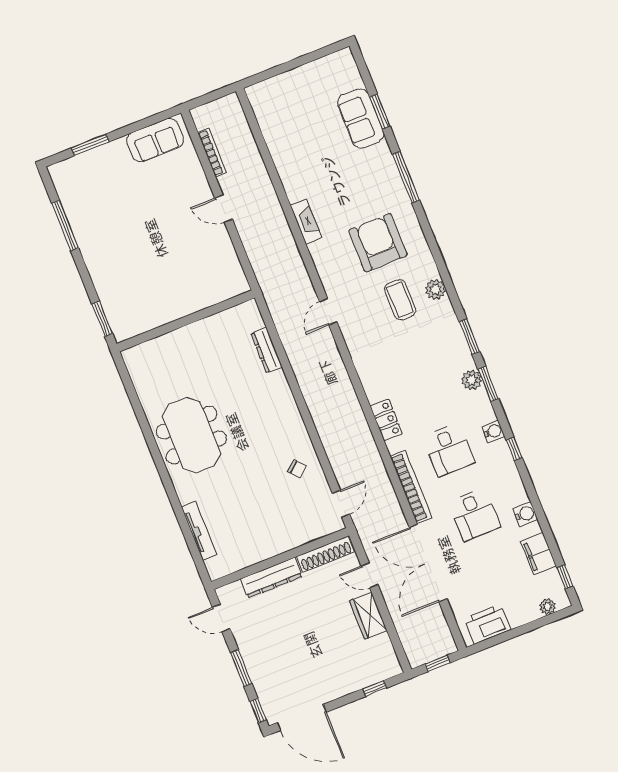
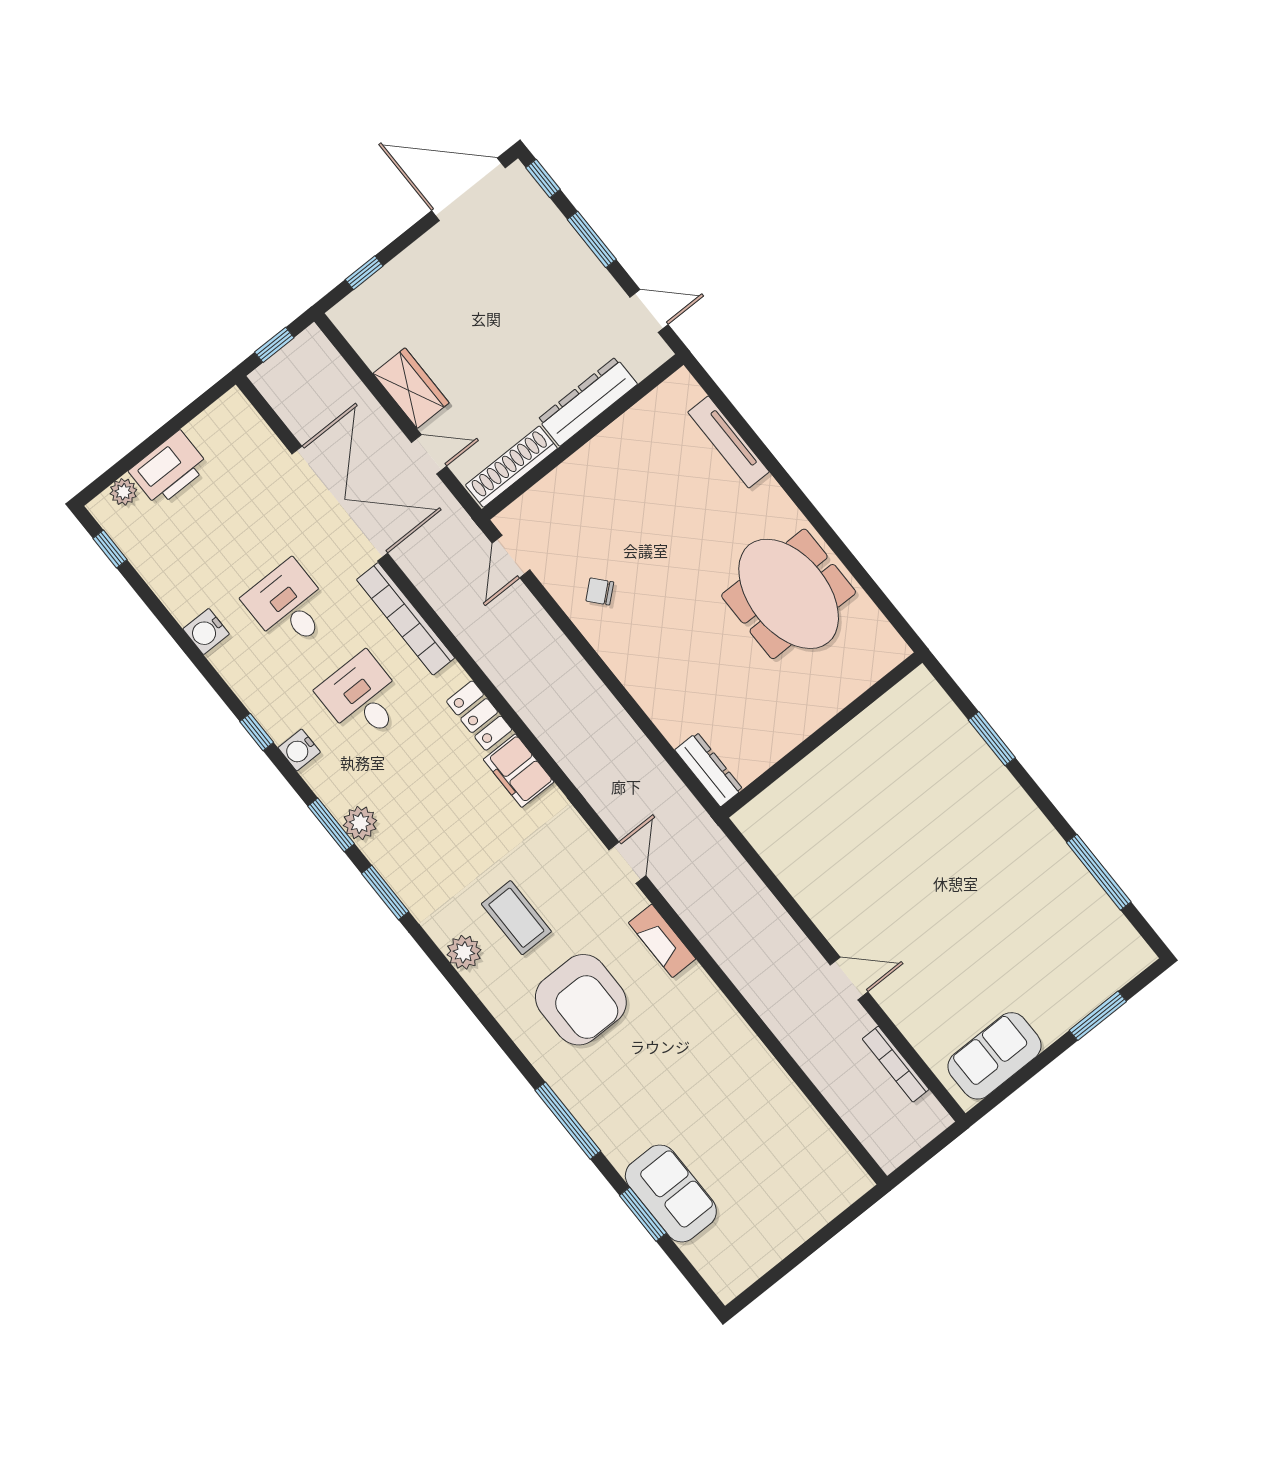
fireplace: (306, 222) -> (662, 941), moved
wall: (186, 321) -> (821, 735), moved
filing cabinet: (538, 554) -> (519, 771), moved, turned 180
printer: (487, 624) -> (169, 469), moved

